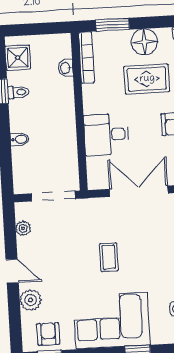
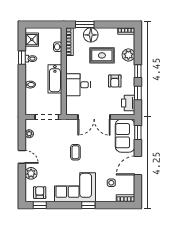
floor lamp: (144, 42) -> (91, 35), moved
bathtub: (64, 126) -> (55, 79), added
double door: (139, 191) -> (94, 117), swing flipped

